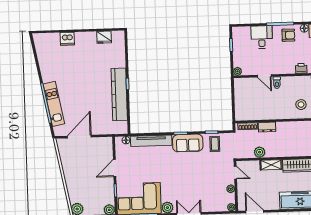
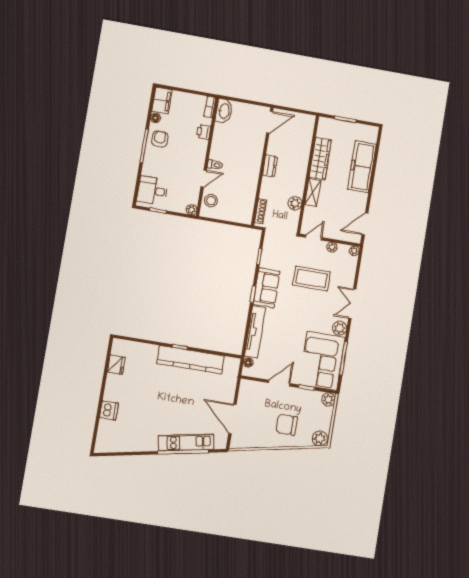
desk: (262, 37) -> (152, 191), moved
stool: (301, 105) -> (211, 201), moved
dresser: (267, 127) -> (270, 166), moved
coffee table: (215, 144) -> (311, 278), moved, width x1.86, depth x1.72
door: (115, 168) -> (279, 383), swing flipped
chair: (83, 180) -> (287, 425), added

